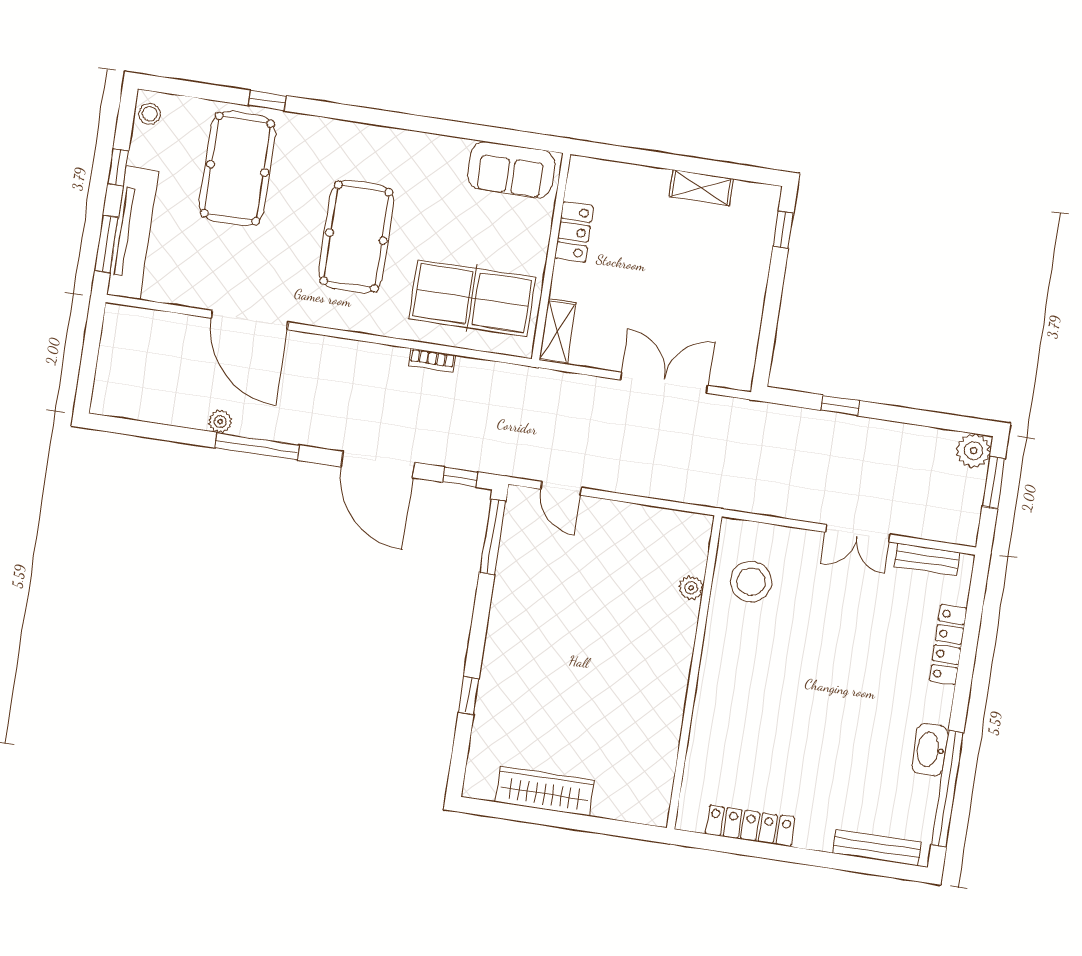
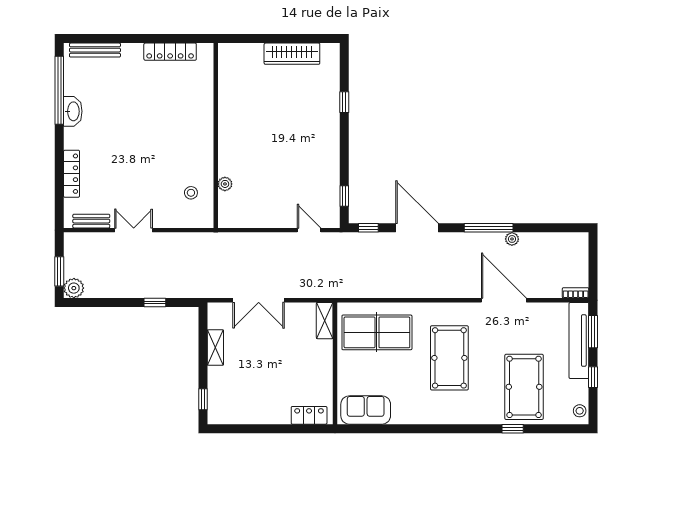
shelving: (701, 188) -> (215, 347), moved, turned 90
locker: (574, 232) -> (309, 415), moved, turned 90
bookcase: (432, 360) -> (576, 293), moved
window: (493, 537) -> (344, 196), width x0.46
stool: (751, 582) -> (191, 193), width x0.53, depth x0.53

